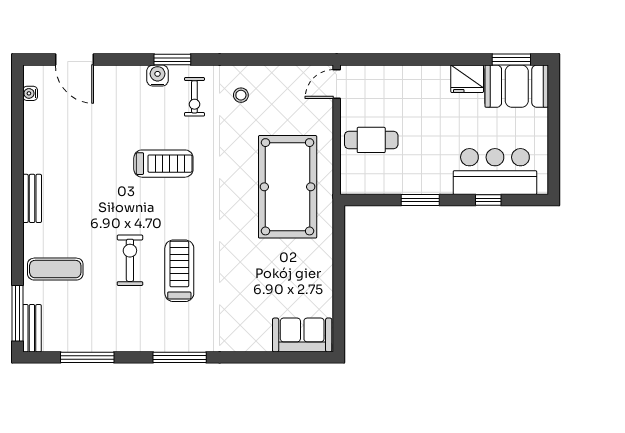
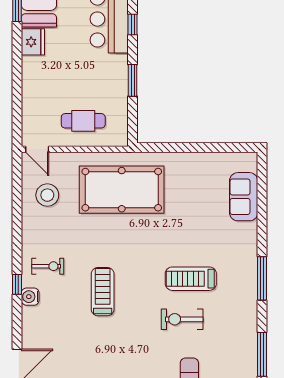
window: (172, 60) -> (17, 284), width x0.67
stool: (241, 95) -> (47, 195), moved, width x1.89, depth x1.89
cafe table: (371, 140) -> (83, 121), turned 90
sofa: (302, 335) -> (244, 197), moved

